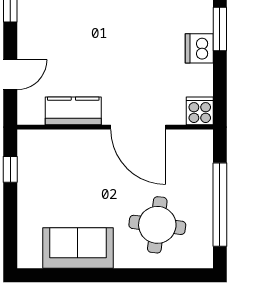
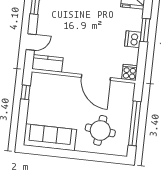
kitchen counter: (73, 111) -> (47, 63), moved
sofa: (78, 248) -> (50, 137), width x1.36

